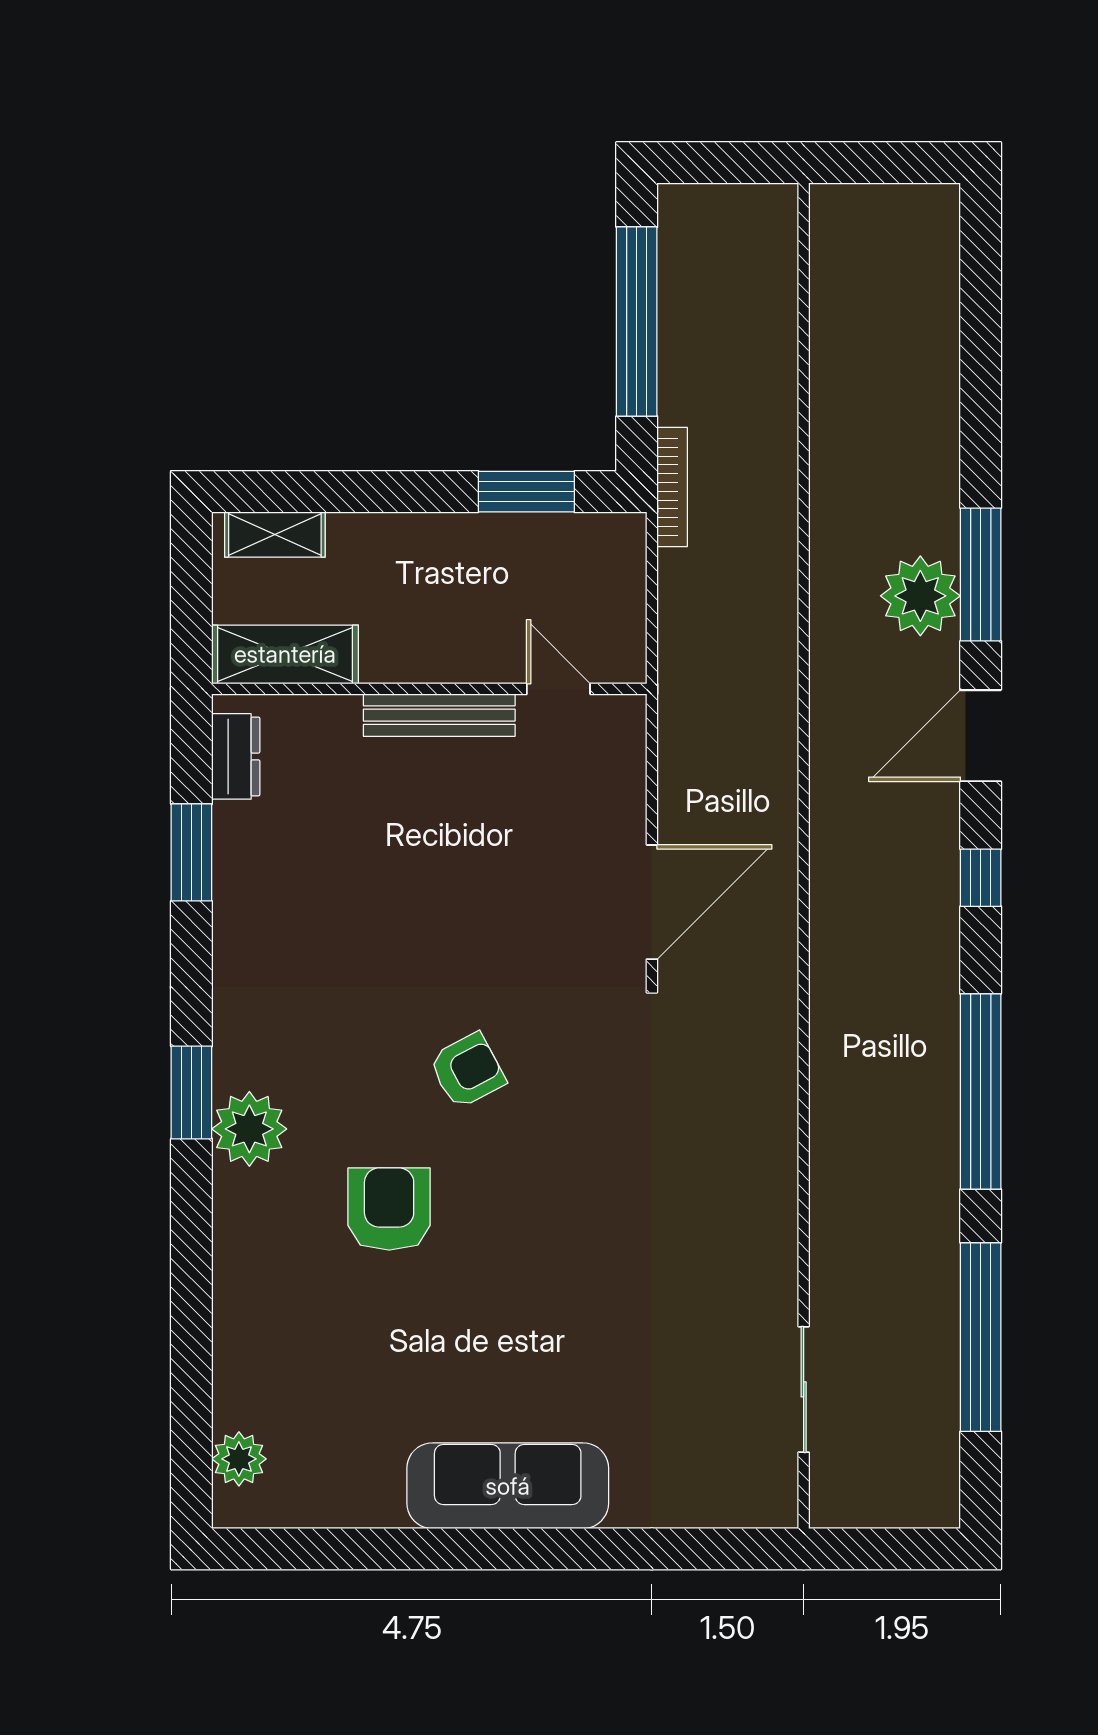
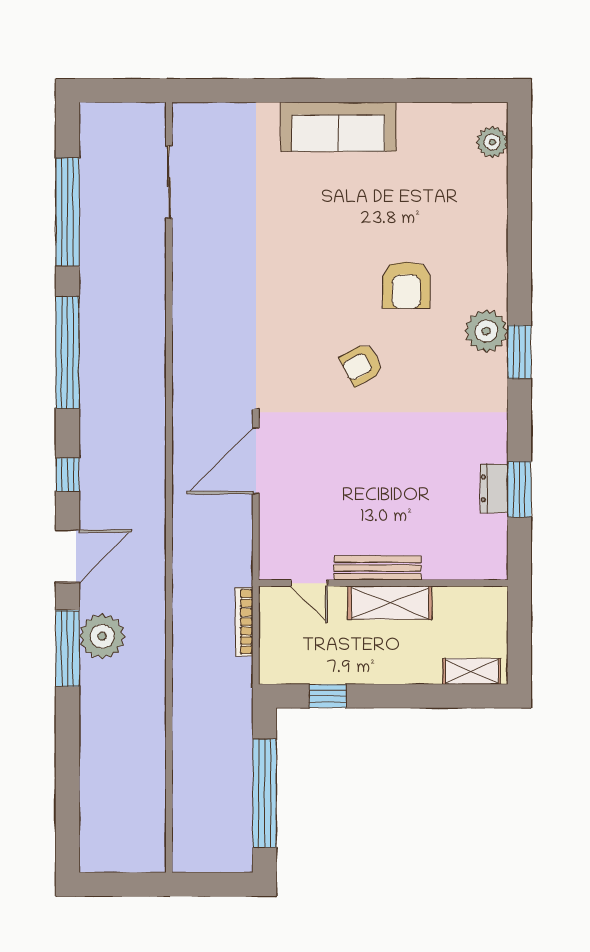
bookcase: (672, 487) -> (244, 622), moved
window: (526, 492) -> (328, 696), width x0.67
shelving: (285, 654) -> (390, 603), moved
dresser: (236, 756) -> (494, 488), moved

